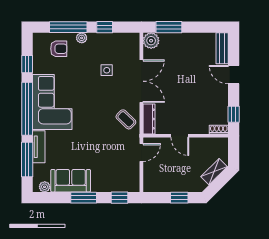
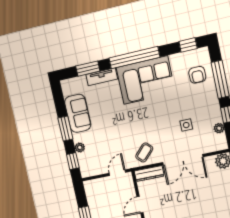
plant: (82, 38) -> (219, 128), moved
window: (27, 64) -> (188, 45), moved
door: (141, 152) -> (117, 173), swing flipped
window: (27, 159) -> (88, 69), width x0.69
plant: (45, 187) -> (80, 148), moved

